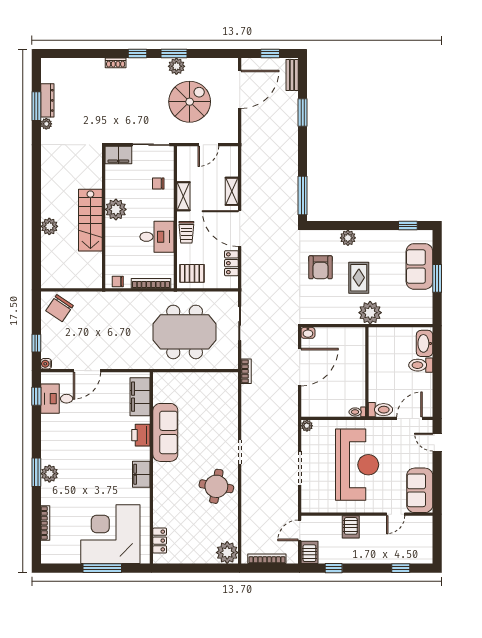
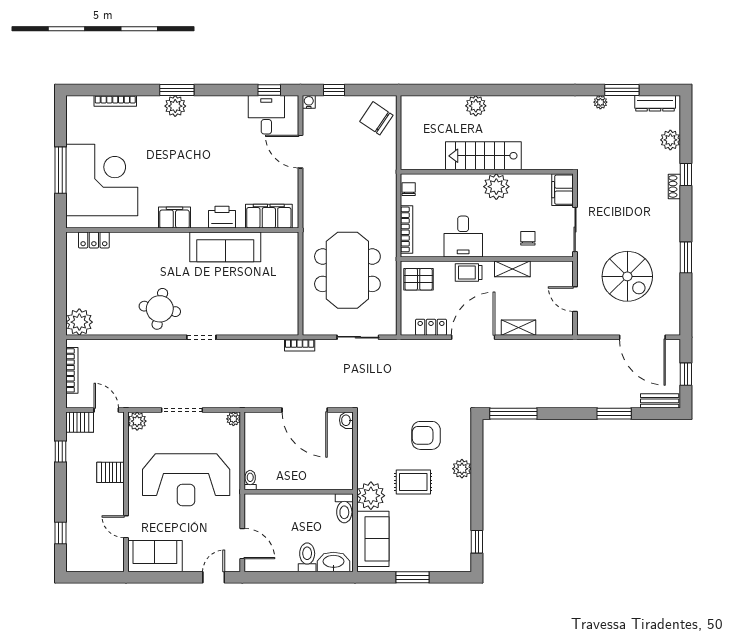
window: (138, 53) -> (686, 174), moved
plant: (176, 66) -> (670, 140), moved
dresser: (47, 100) -> (655, 103), moved
sofa: (419, 266) -> (373, 539), moved, turned 90
pallet: (192, 273) -> (419, 279), turned 90
toilet: (380, 410) -> (344, 508), moved
plant: (309, 505) -> (137, 421), added

